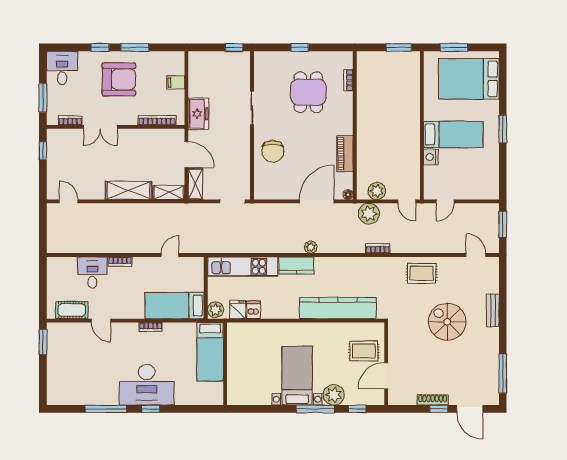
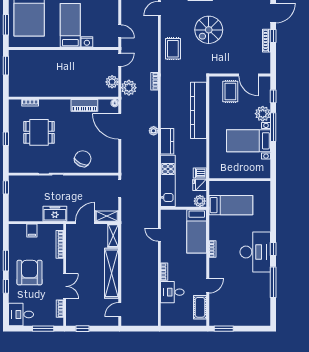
chair: (273, 151) -> (83, 159), turned -63
shelving: (129, 190) -> (112, 273), width x1.47
wall: (225, 364) -> (240, 180), moved

